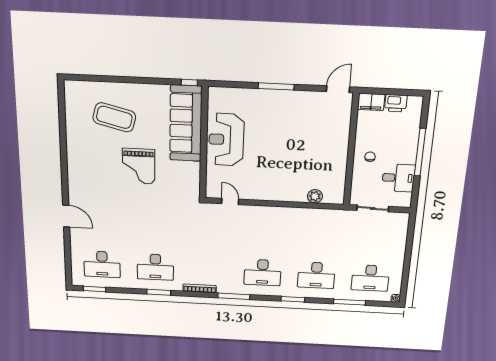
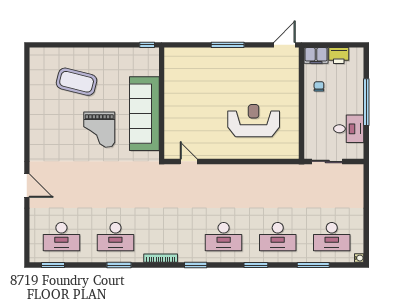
sofa: (186, 123) -> (144, 114), moved
reception desk: (226, 140) -> (254, 121), moved, turned 90
chair: (370, 157) -> (319, 86), moved
plant: (315, 196) -> (271, 152), removed
window: (234, 296) -> (196, 265), width x0.69

